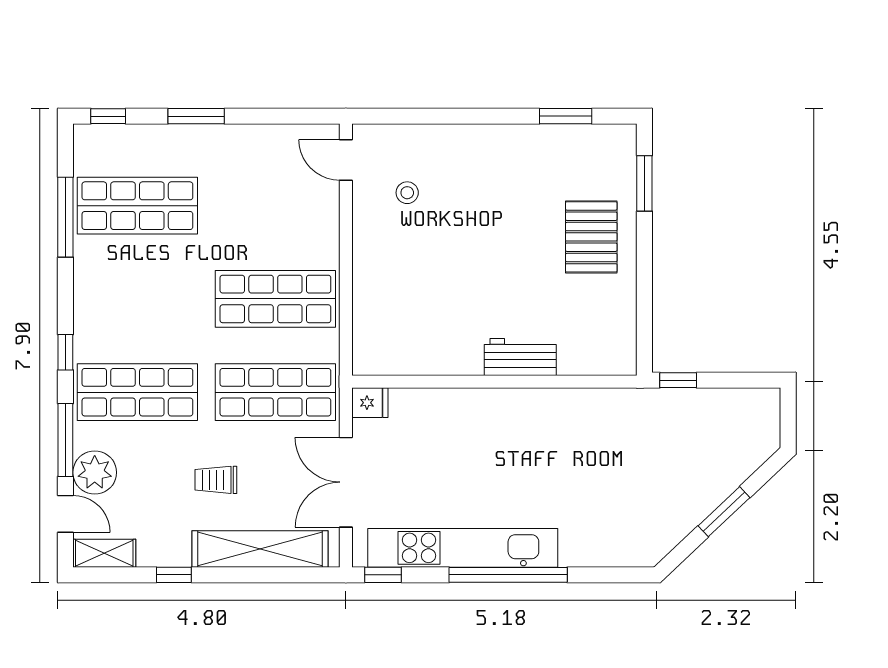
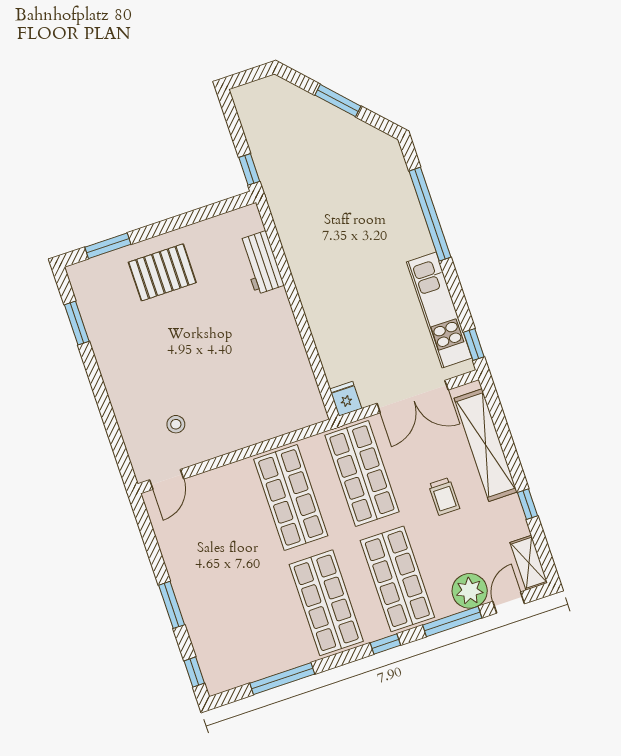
shop shelf: (137, 206) -> (326, 603), moved
workbench: (520, 357) -> (261, 263), moved
kitchen unit: (463, 548) -> (439, 310), width x0.73
window: (508, 575) -> (430, 214), moved

